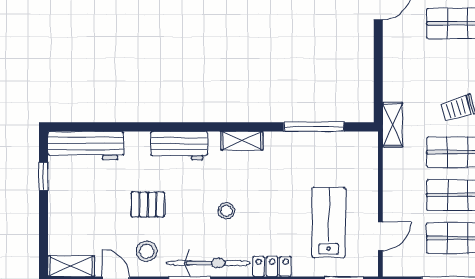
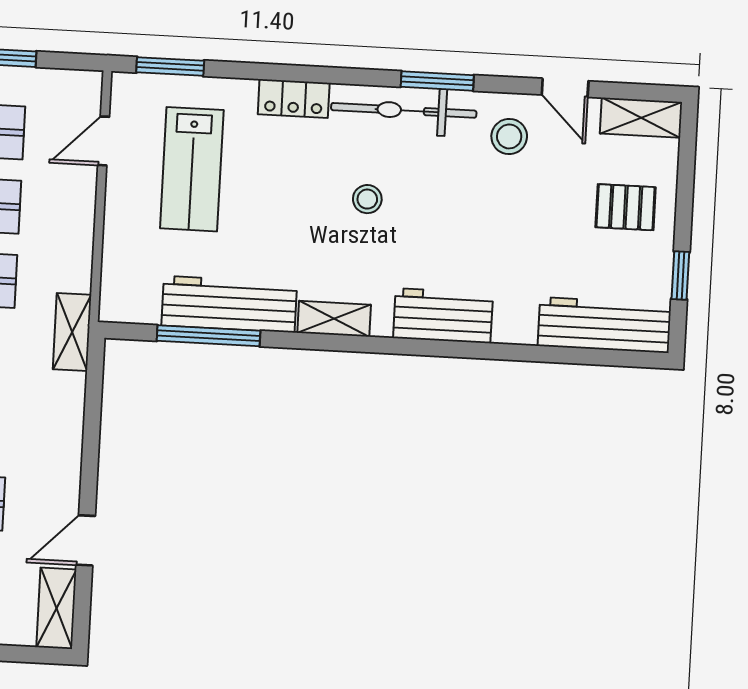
workbench: (303, 146) -> (229, 304), added
pallet: (148, 204) -> (626, 207), moved

